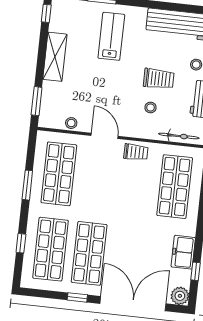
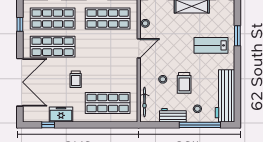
lab bench: (111, 36) -> (211, 45), turned 180
trolley: (136, 152) -> (76, 79), moved
plant: (180, 296) -> (29, 115), removed
window: (77, 297) -> (20, 24), moved

